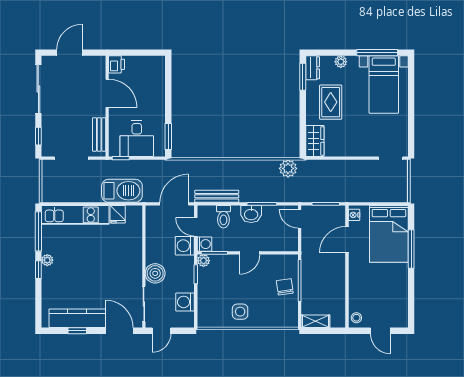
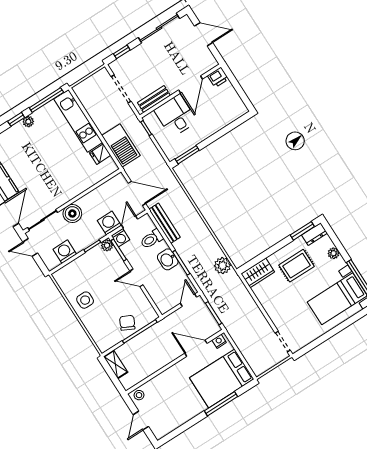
desk: (137, 139) -> (176, 116), moved, turned 90
chair: (285, 287) -> (127, 323), turned -56

